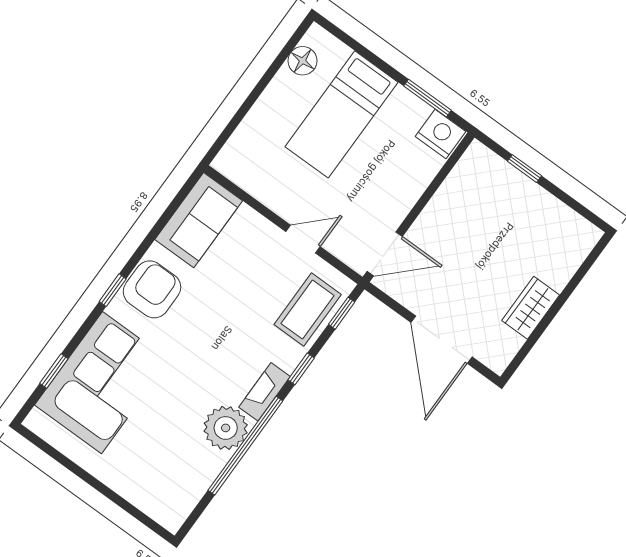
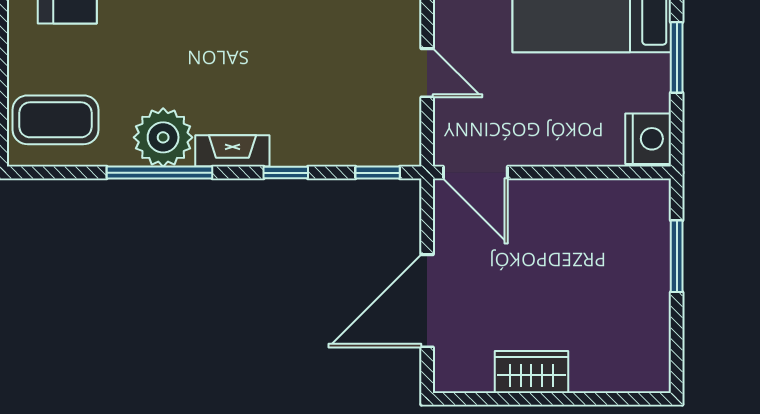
window: (427, 98) -> (677, 57), moved
window: (524, 169) -> (677, 256), width x1.50
coffee table: (308, 310) -> (55, 120), moved
window: (245, 446) -> (159, 173), width x0.68

